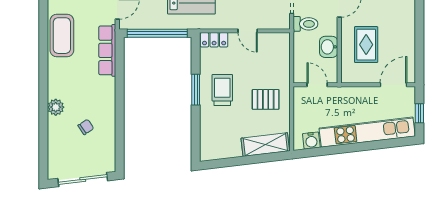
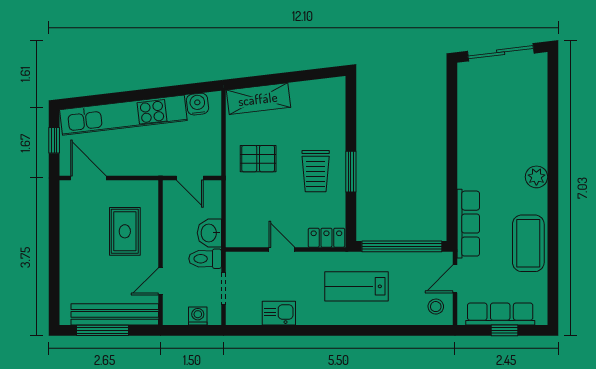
washbasin: (329, 47) -> (209, 233), moved, turned 180
door: (394, 85) -> (88, 178), swing flipped
plant: (56, 107) -> (536, 177), moved
chair: (86, 127) -> (497, 122), removed

